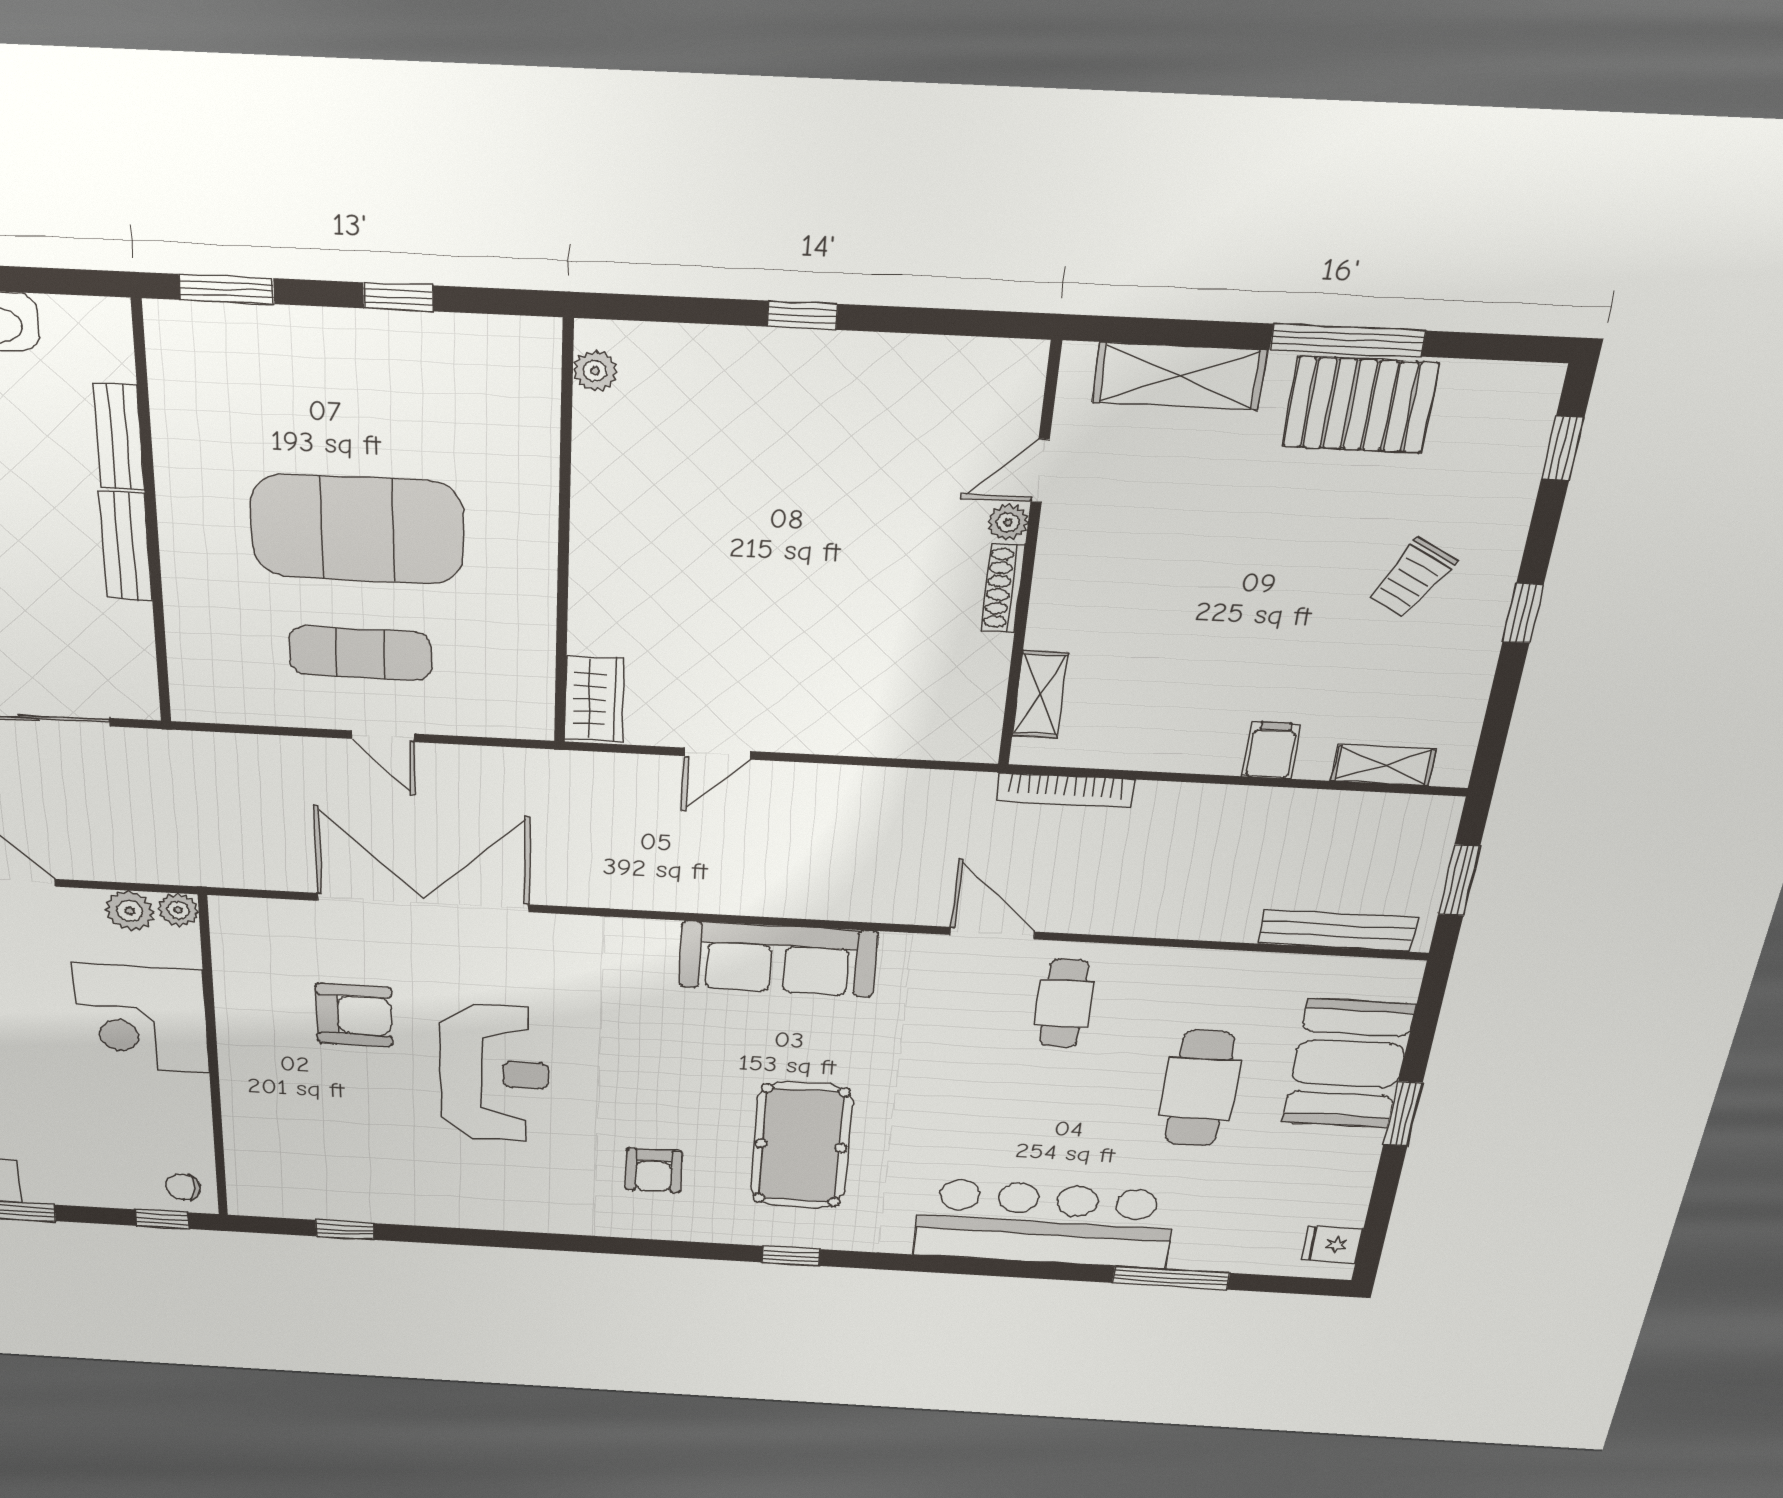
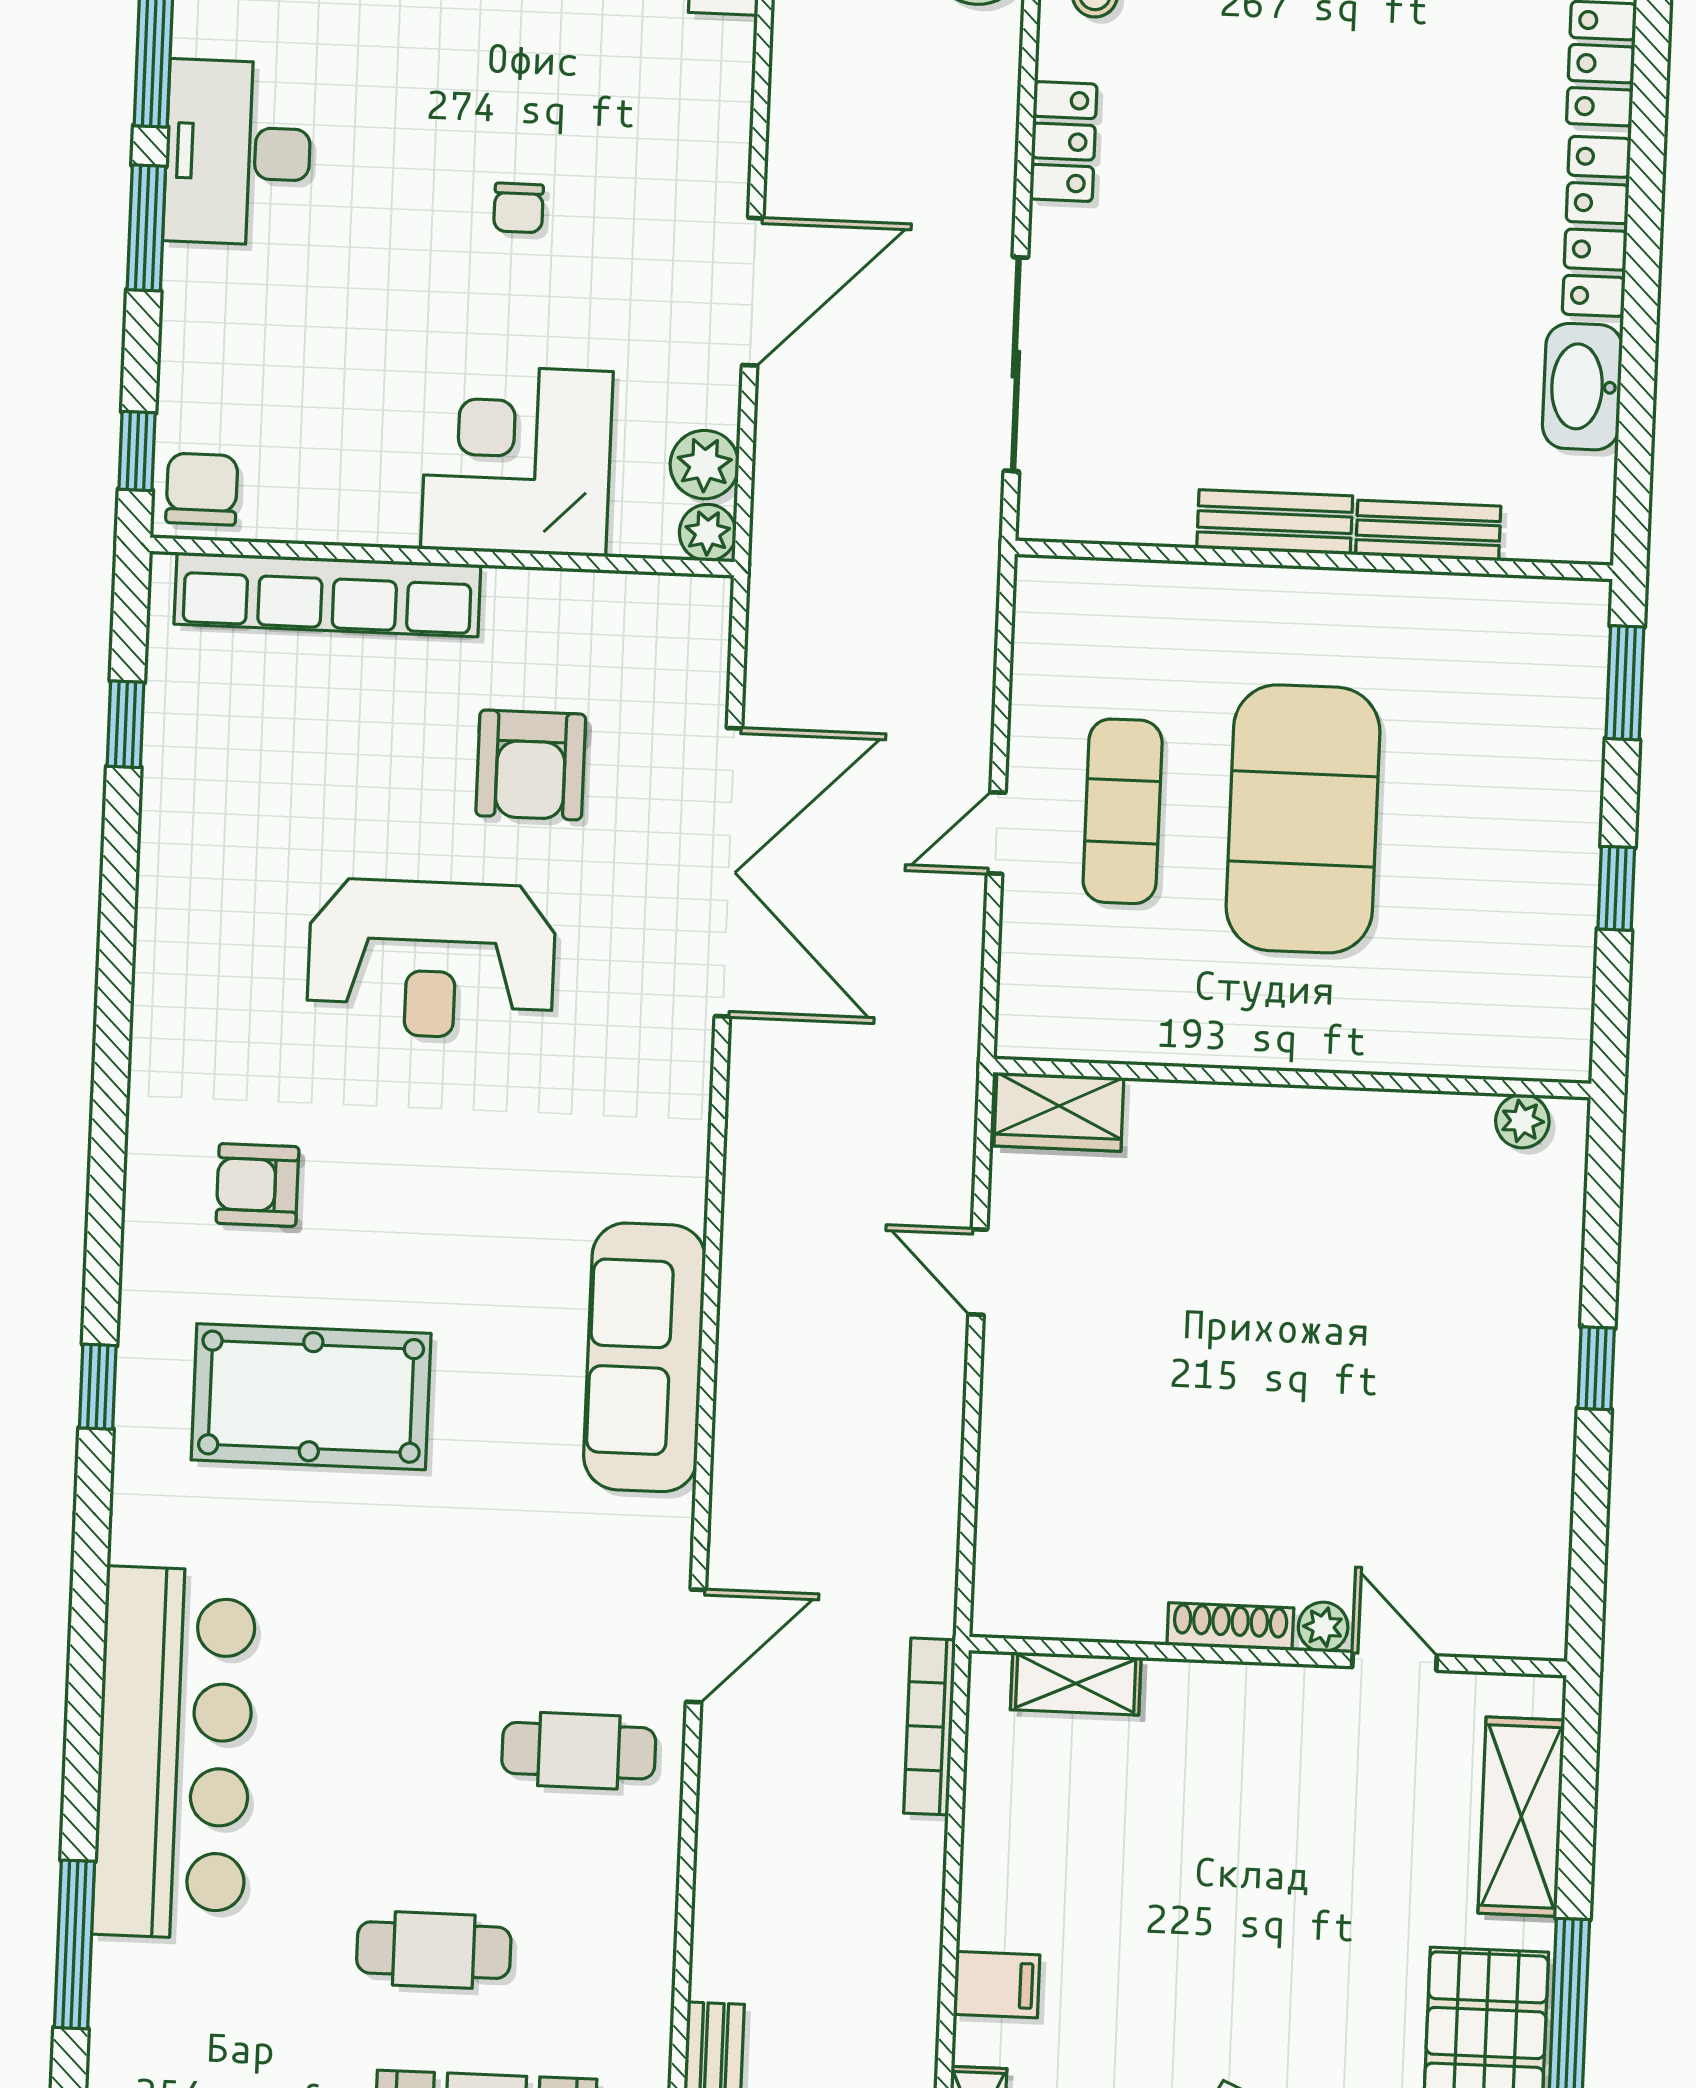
cafe table: (1200, 1089) -> (434, 1950), width x0.73, depth x0.74
row of seats: (246, 1123) -> (327, 594), added
chair: (183, 1187) -> (202, 489), width x1.37, depth x1.37

